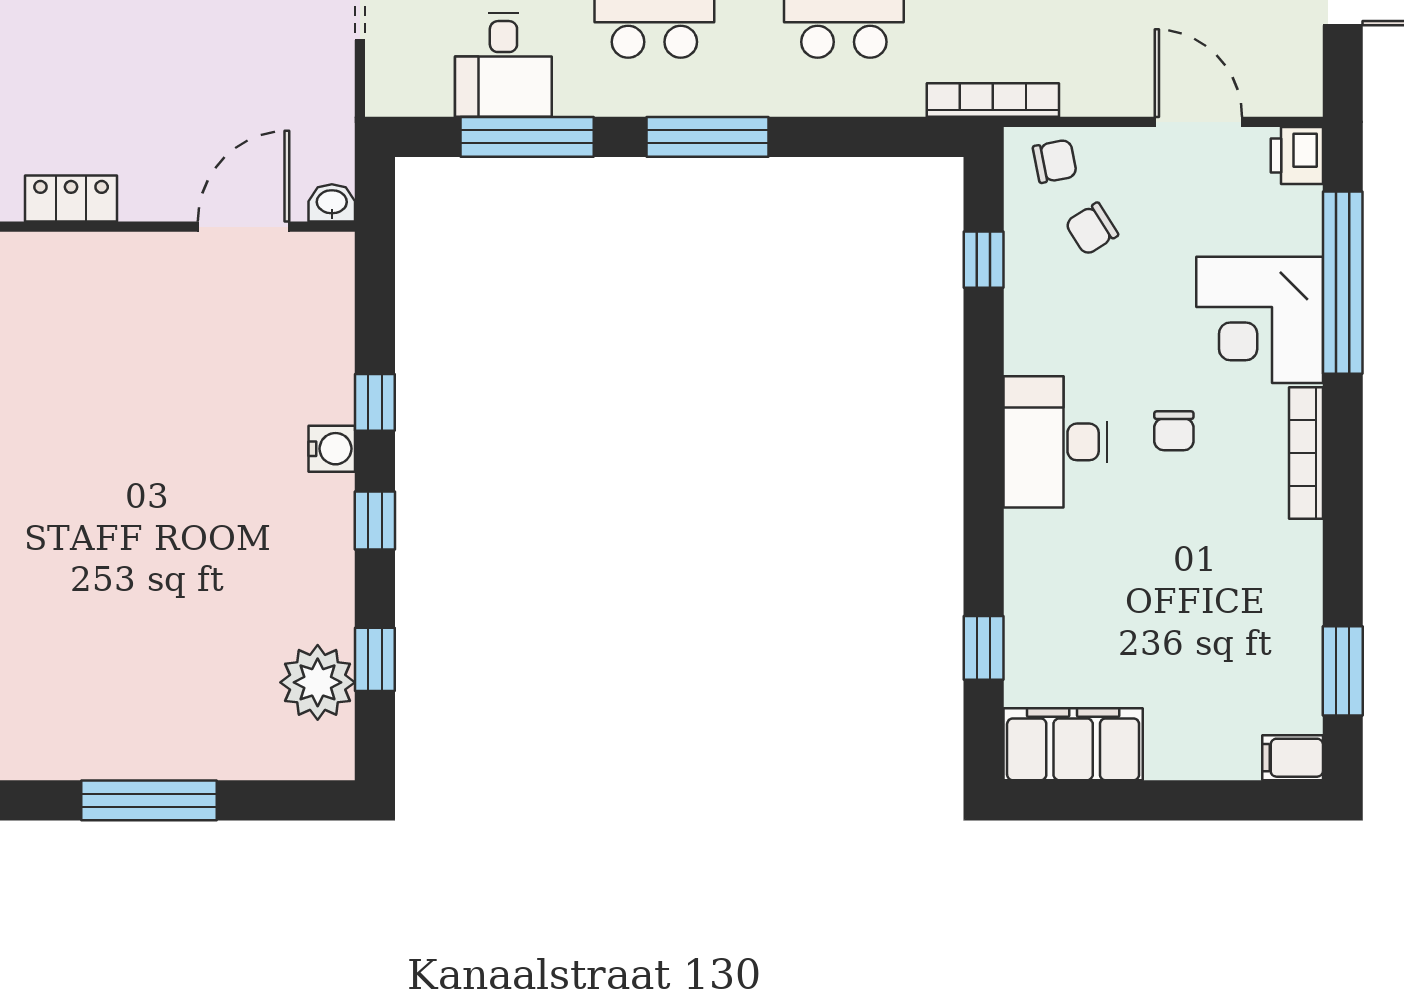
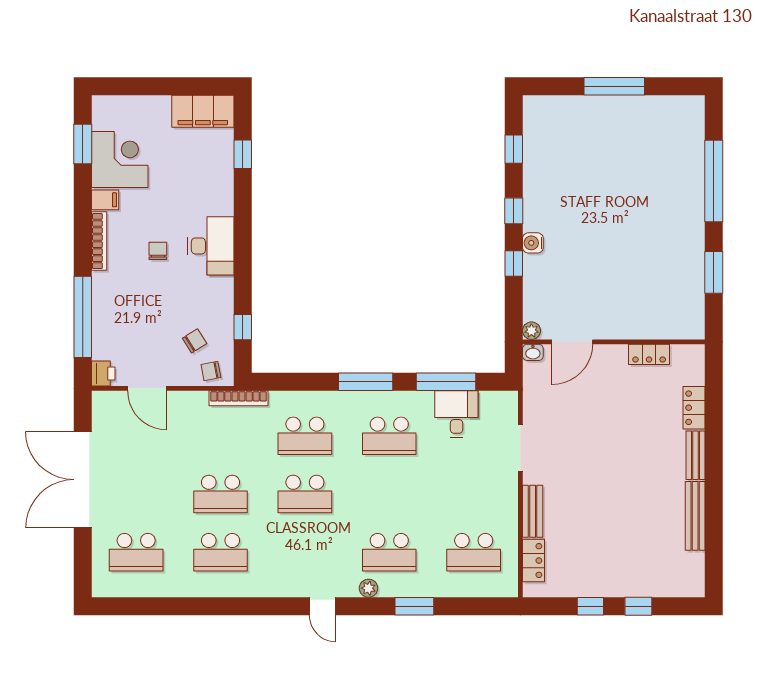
corner desk: (1260, 320) -> (120, 160), moved
plant: (318, 682) -> (531, 331), moved, width x0.53, depth x0.53
filing cabinet: (1293, 758) -> (105, 200), moved

